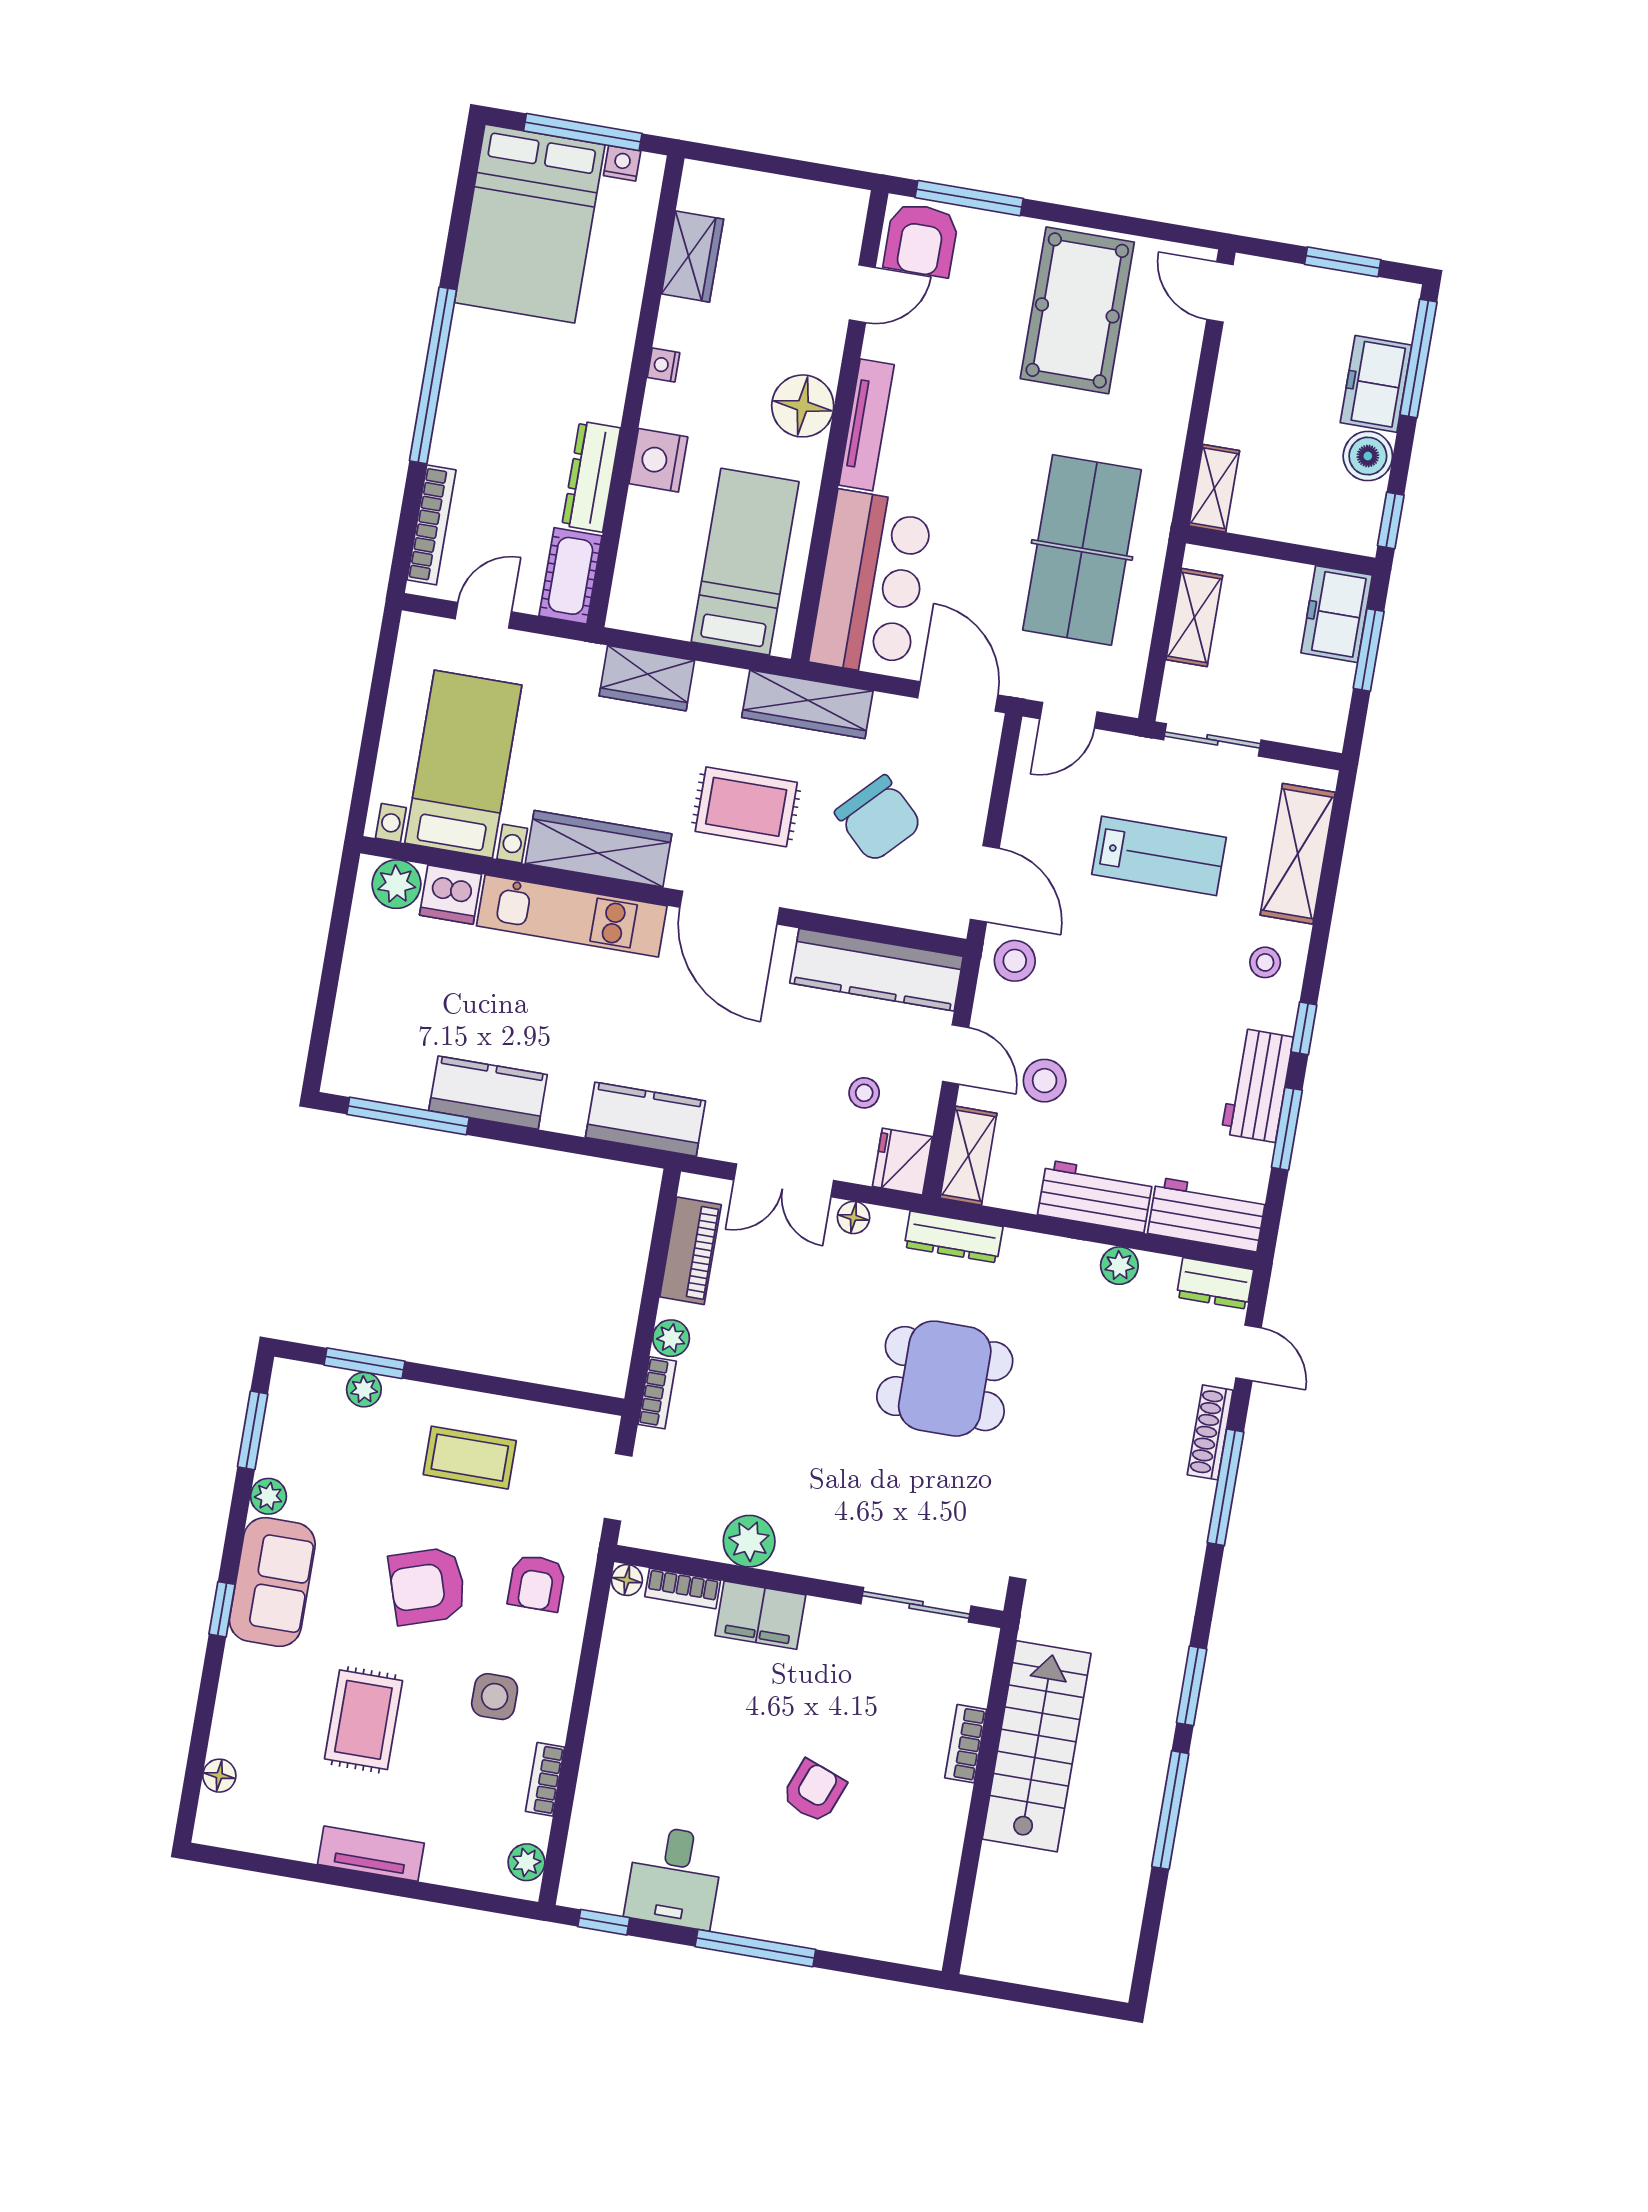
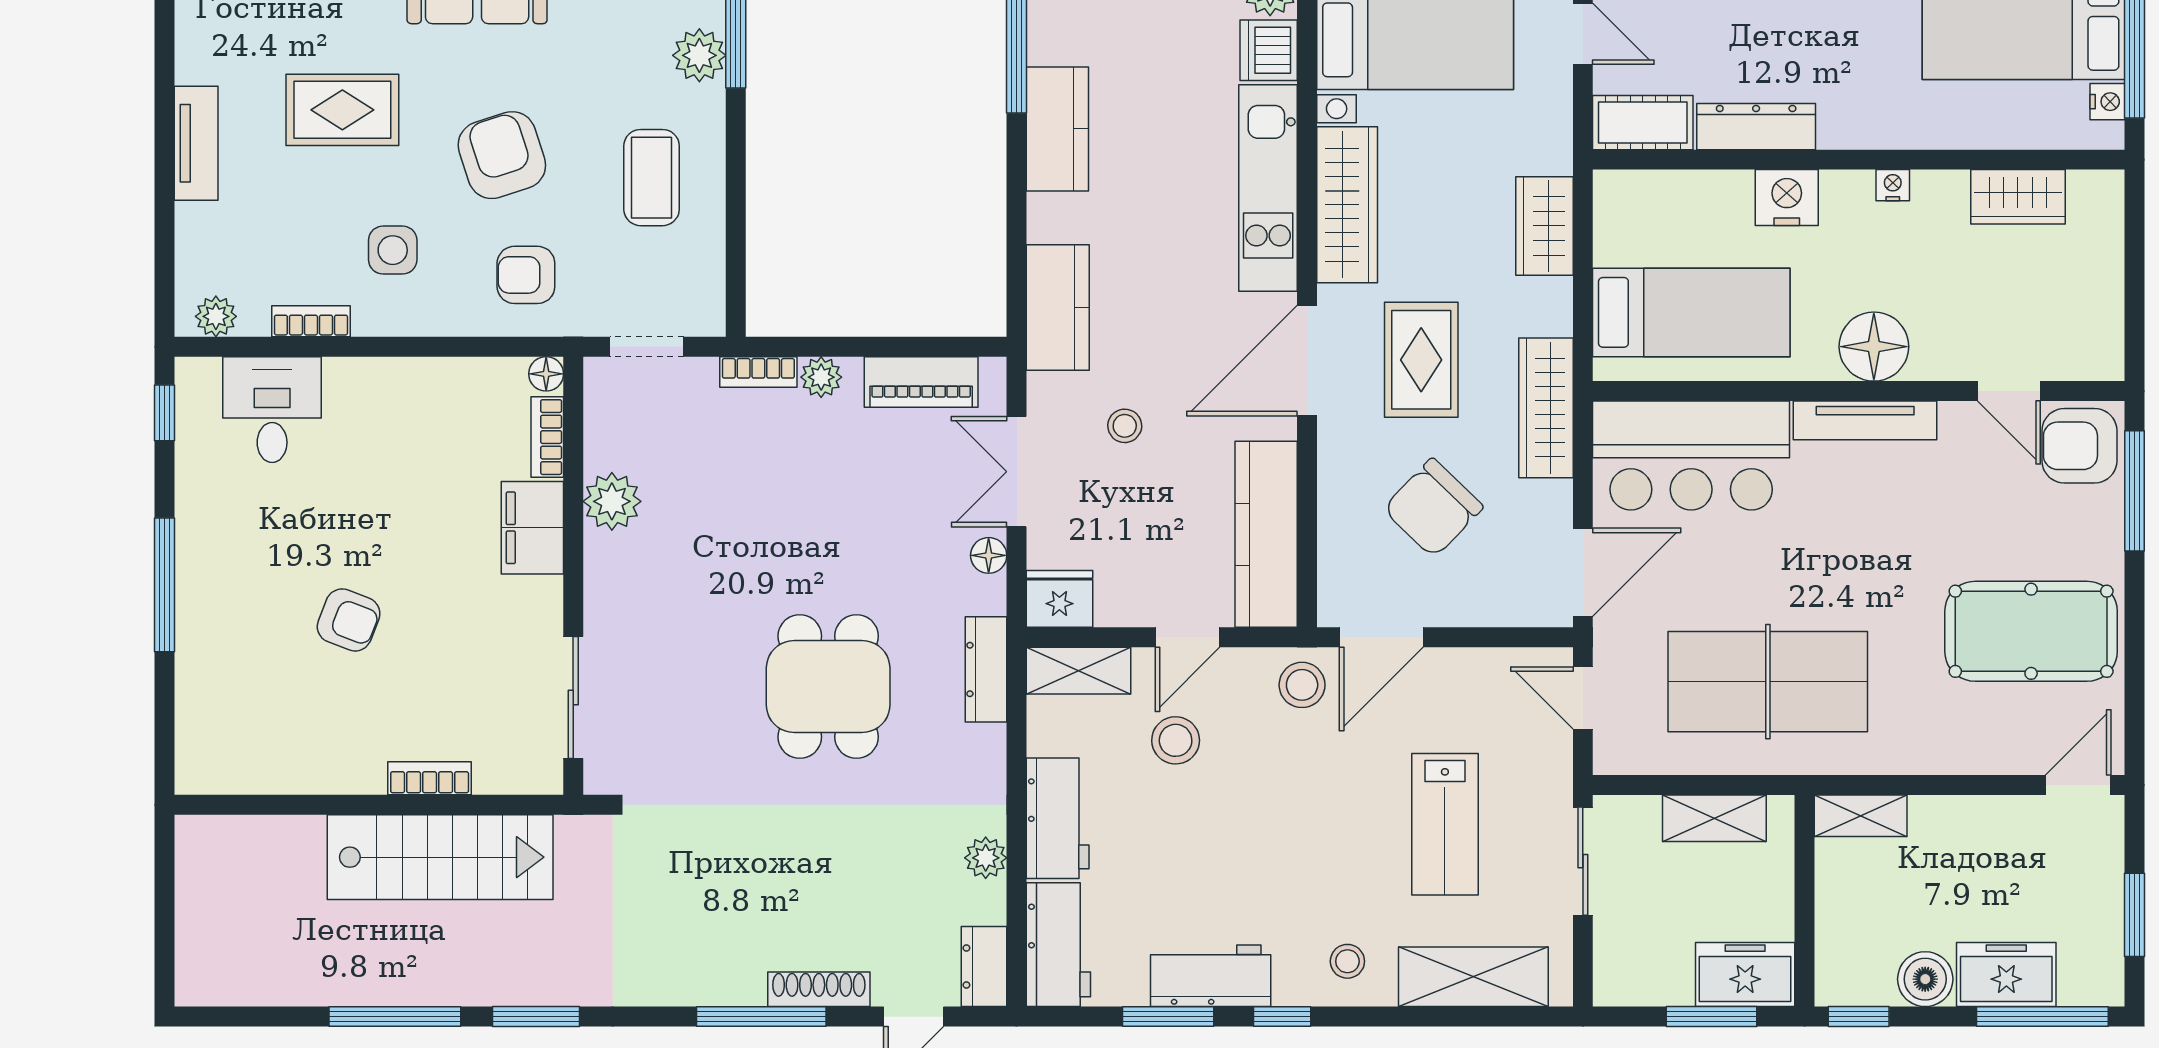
stool: (864, 1093) -> (1125, 426), moved
plant: (364, 1390) -> (699, 55), width x1.38, depth x1.38
desk: (674, 1877) -> (272, 410), moved, turned 90

